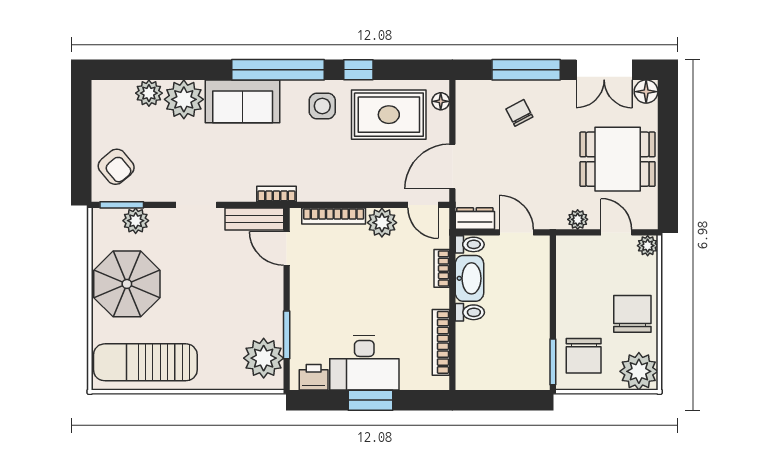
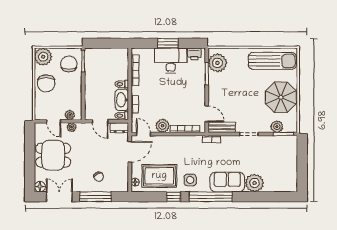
plant: (149, 93) -> (271, 186), removed
armchair: (116, 167) -> (286, 152), removed
plant: (648, 246) -> (70, 115), moved

